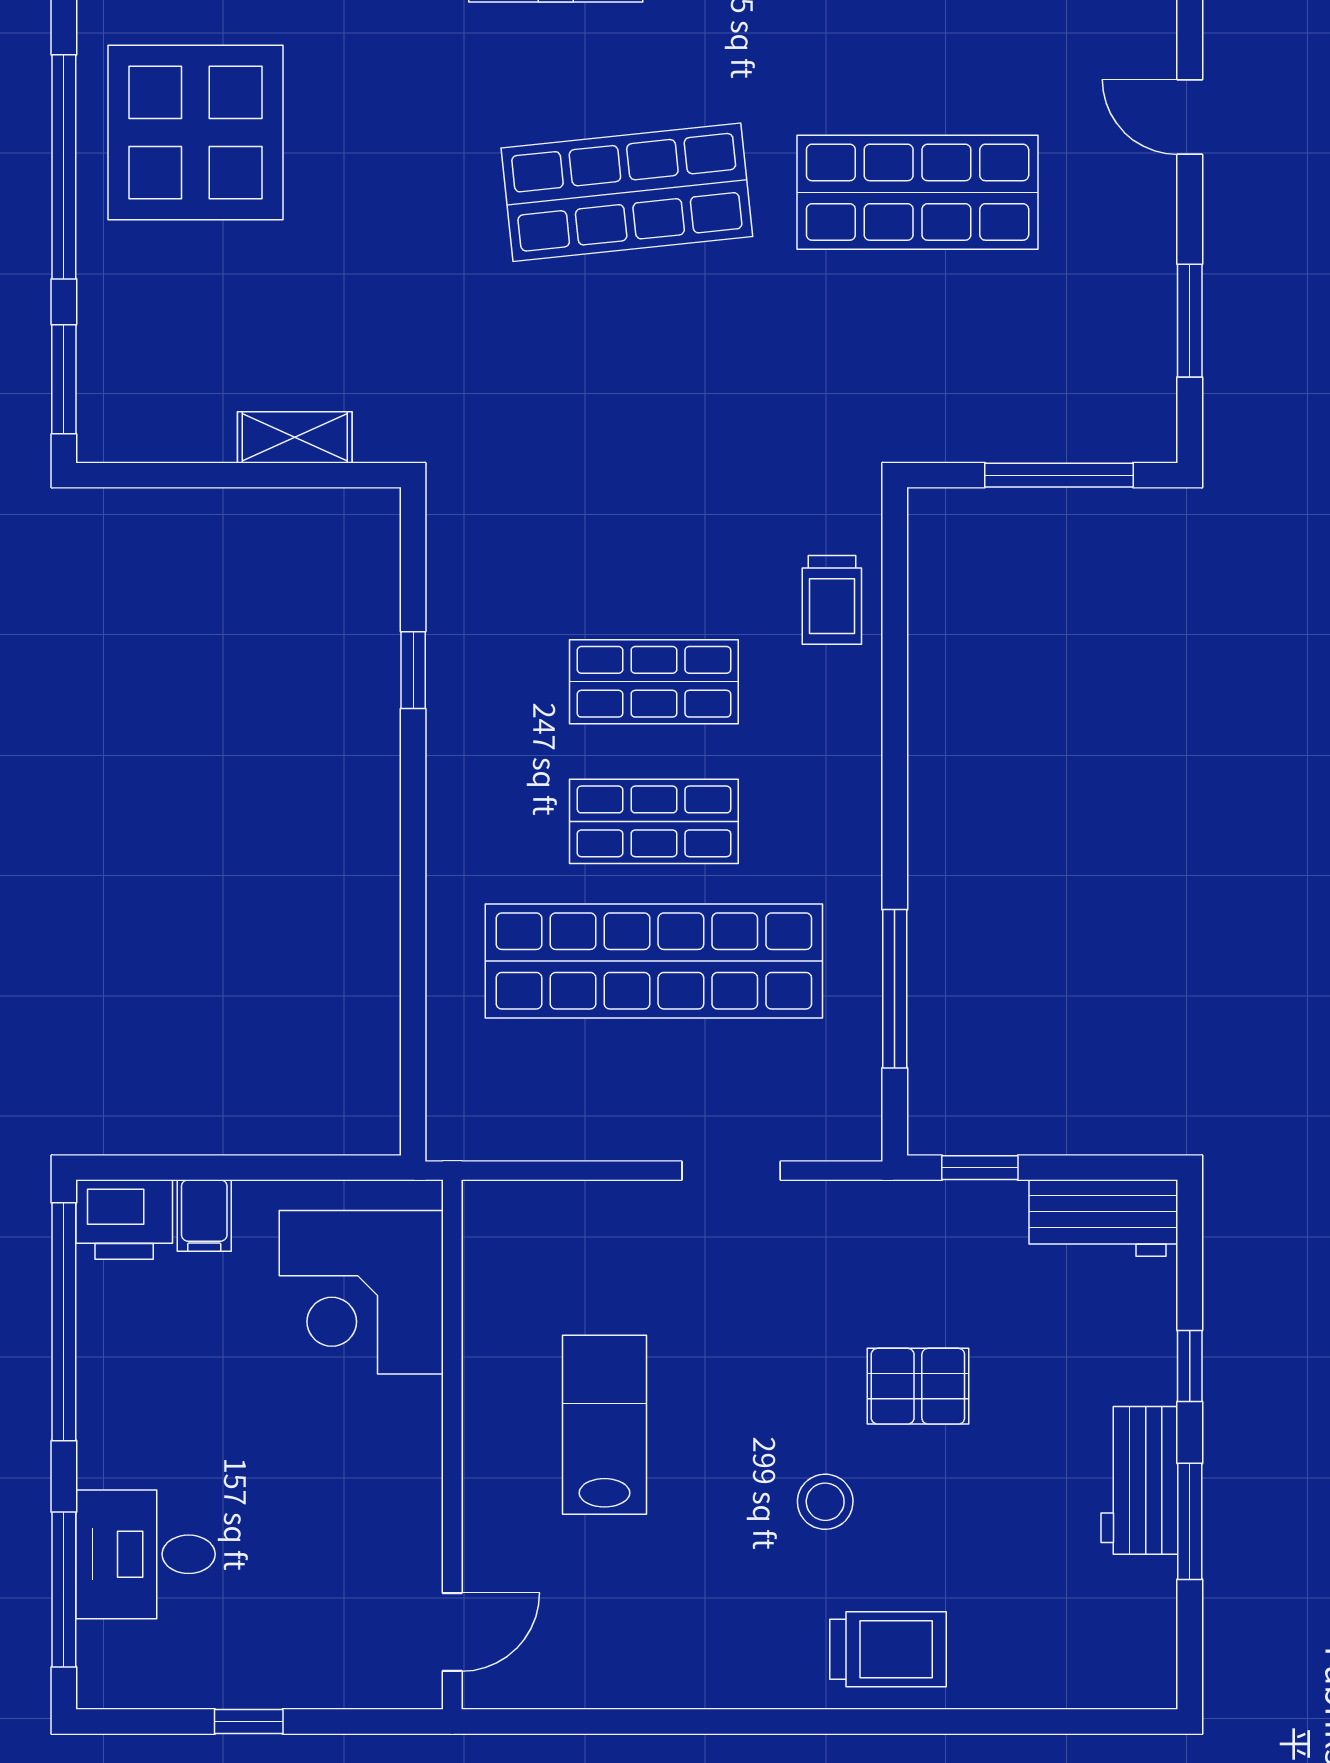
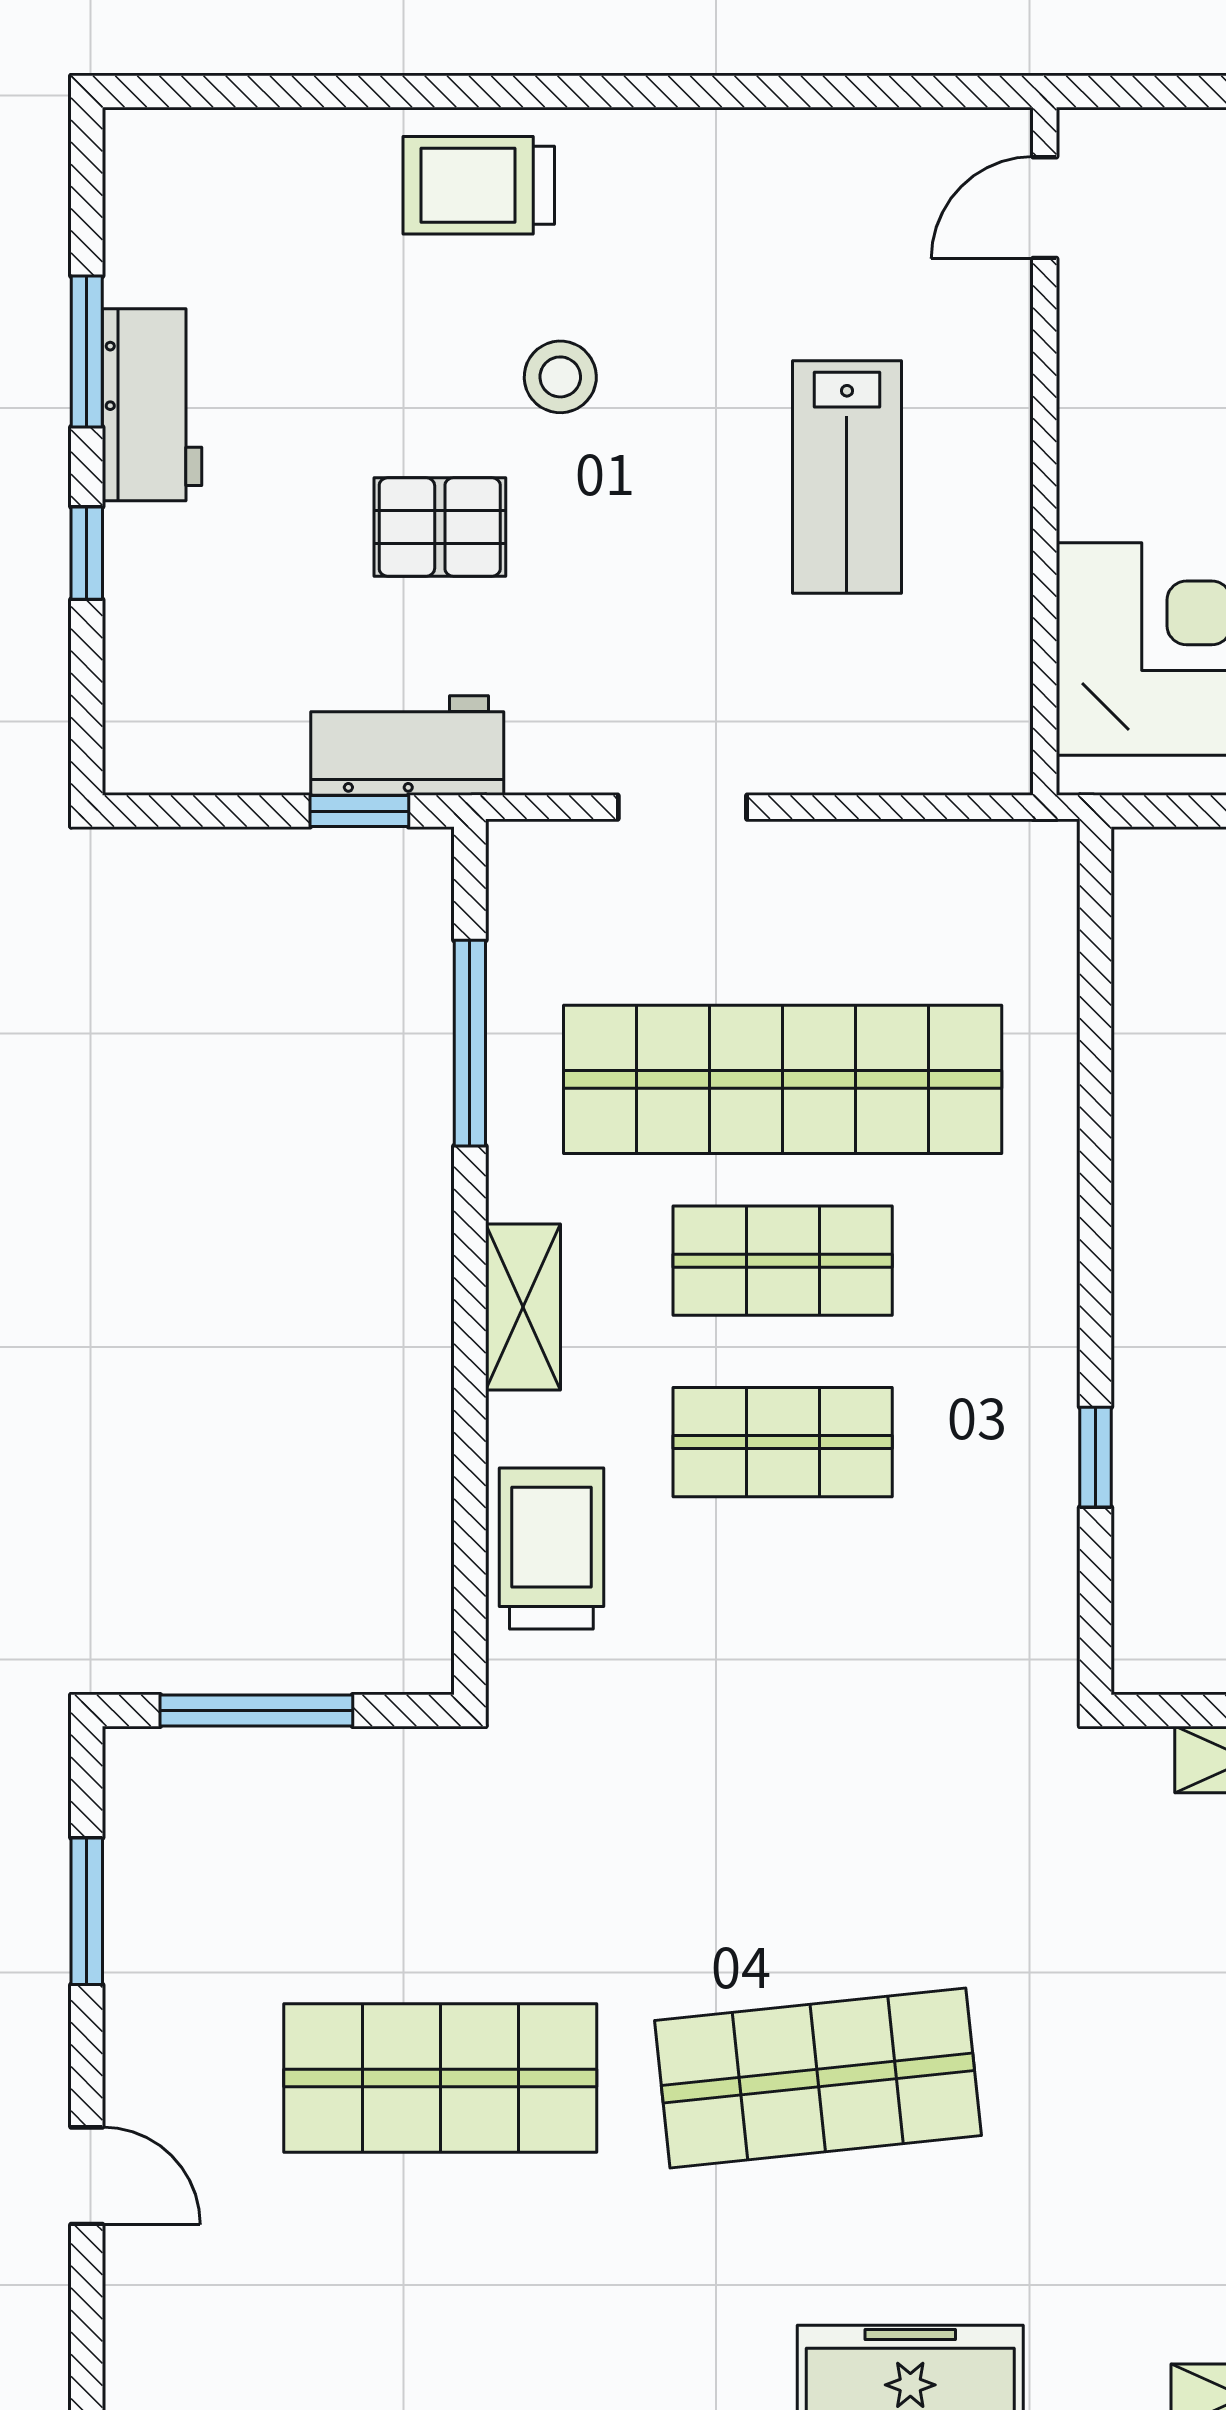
trolley: (832, 600) -> (551, 1548), width x1.36, depth x1.39
shelving: (854, 786) -> (523, 1307), added
workbench: (1103, 1218) -> (407, 746), moved

